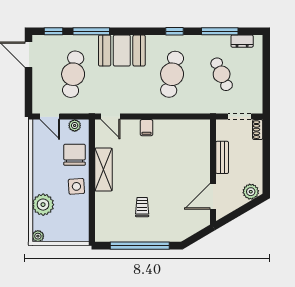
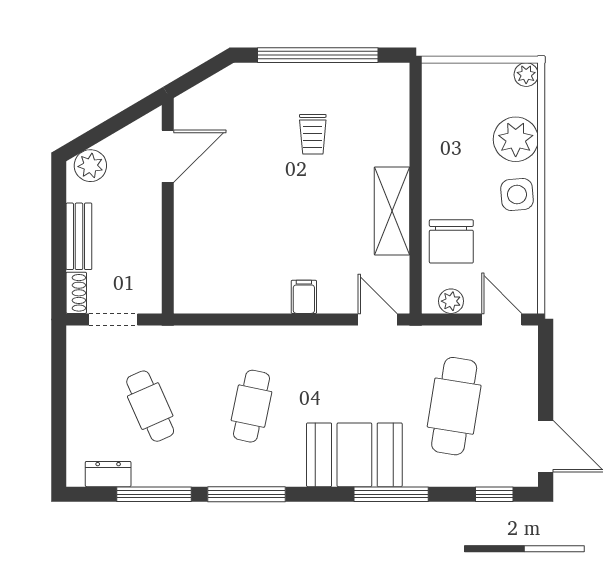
window: (91, 31) -> (391, 494), moved
window: (175, 31) -> (246, 494), width x2.17
cafe table: (172, 74) -> (251, 406), width x0.73, depth x0.74
bench: (222, 157) -> (79, 236), moved
side table: (76, 186) -> (517, 194), moved

